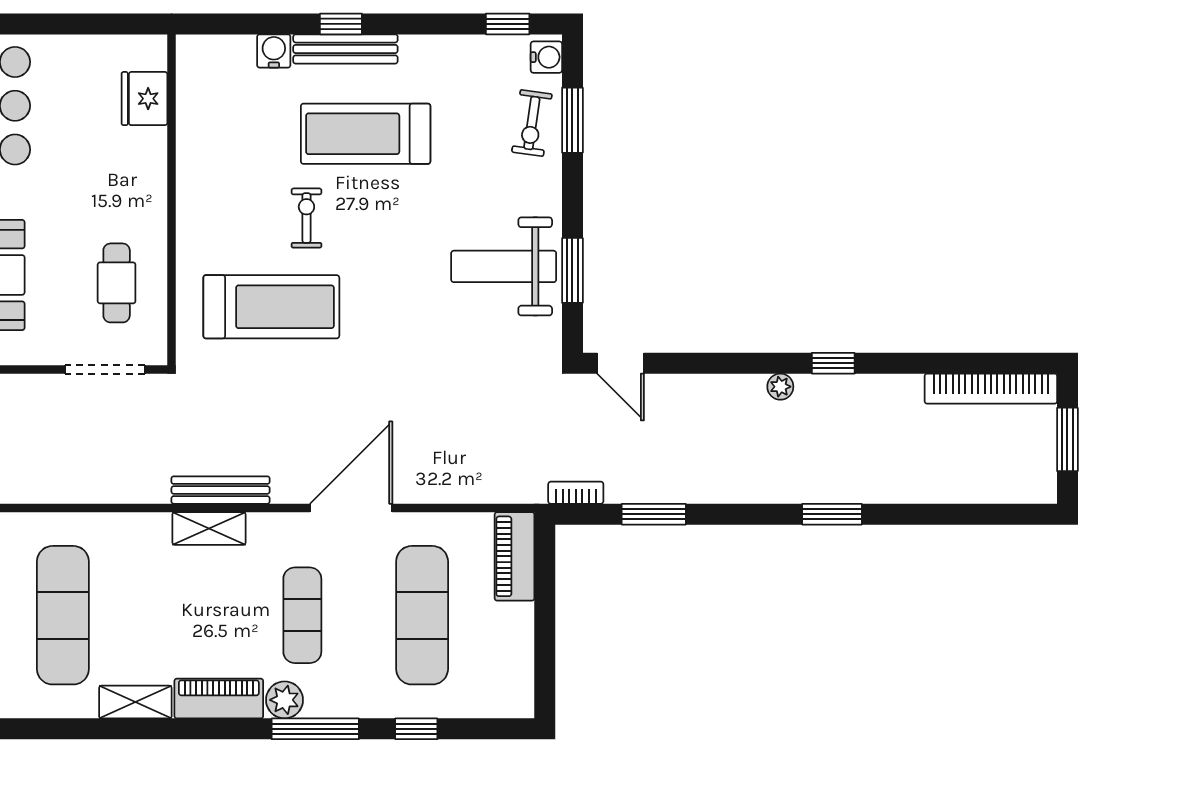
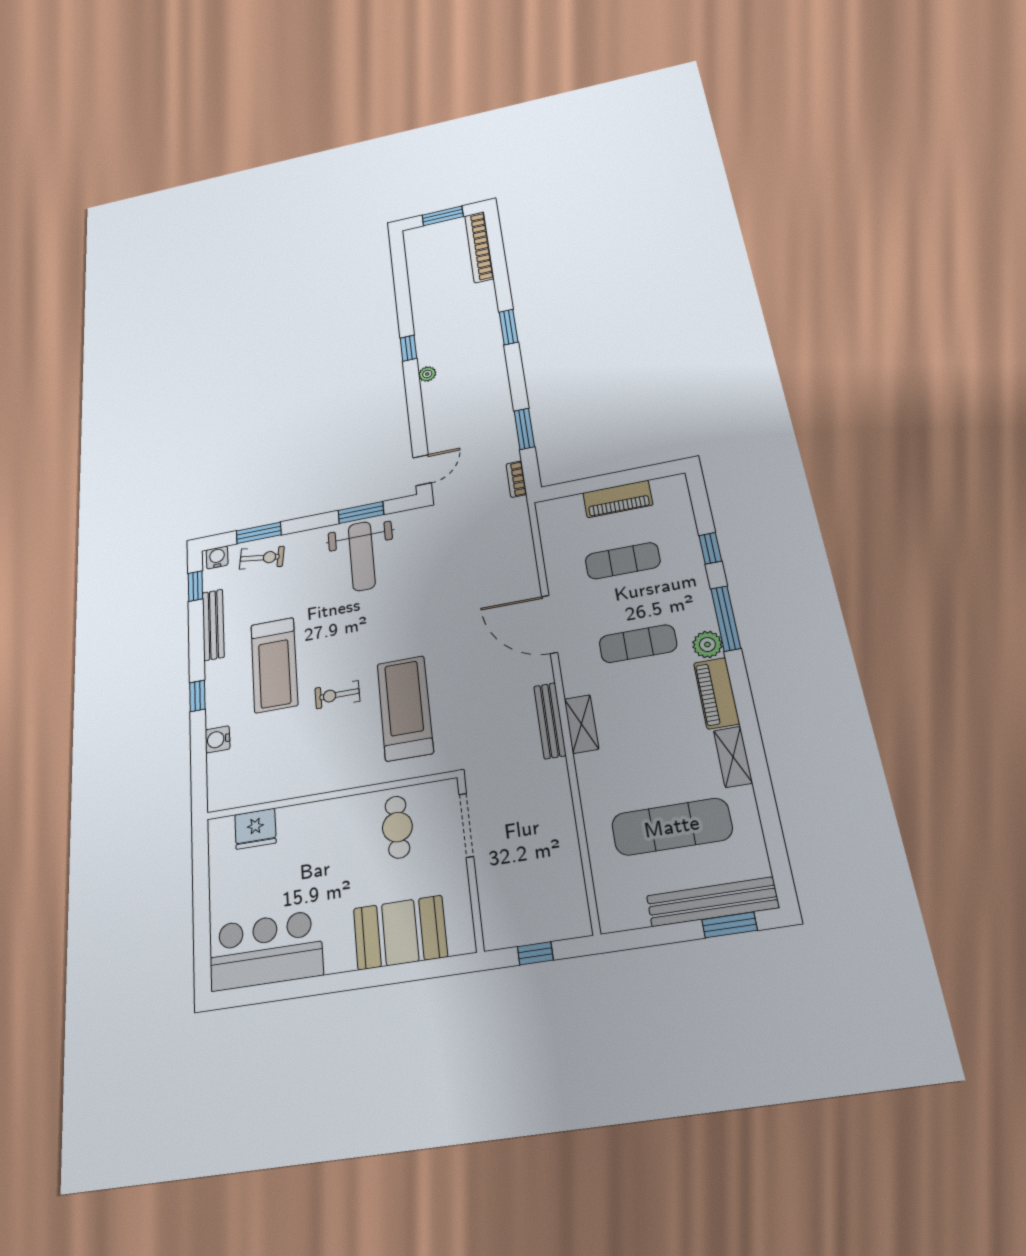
bench: (345, 49) -> (213, 625), moved
cafe table: (117, 283) -> (397, 827), turned 90
bookcase: (991, 389) -> (479, 247), moved, turned 180
piano: (515, 556) -> (618, 499), moved
exercise mat: (422, 615) -> (623, 561), width x0.73, depth x0.69

